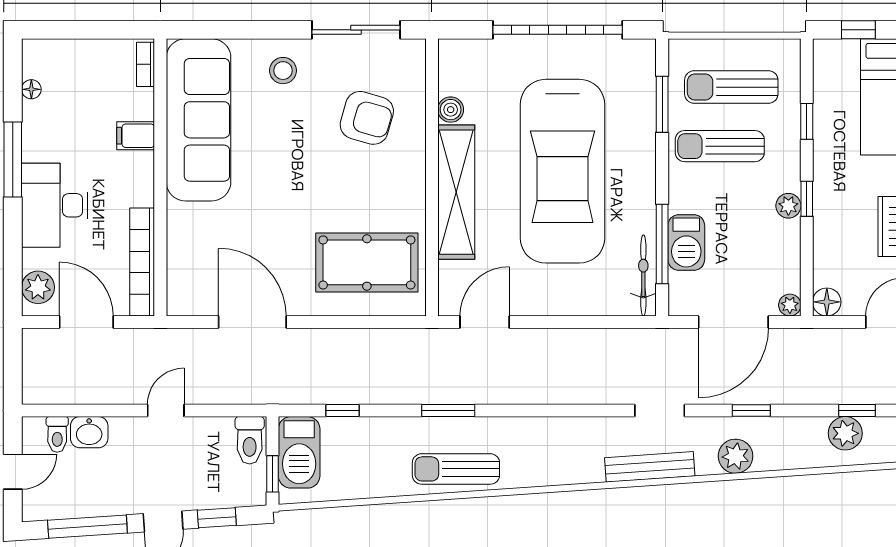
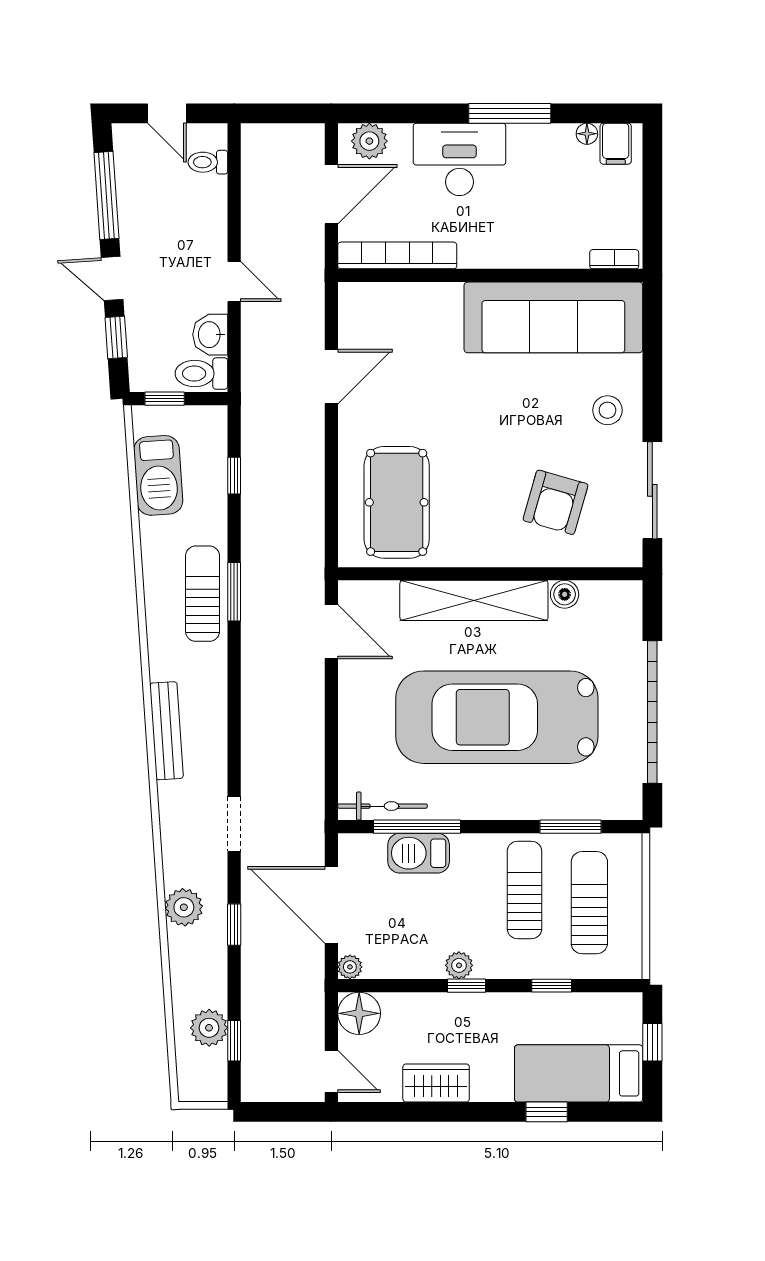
filing cabinet: (136, 136) -> (616, 144), moved, turned 180
floor lamp: (827, 302) -> (359, 1013), width x1.38, depth x1.38
door: (252, 322) -> (331, 377), width x0.73
washbasin: (89, 432) -> (210, 335), moved
barbecue: (299, 452) -> (158, 475), moved, turned -94
bench: (650, 467) -> (166, 731), moved
sun lounger: (456, 469) -> (203, 594), moved

